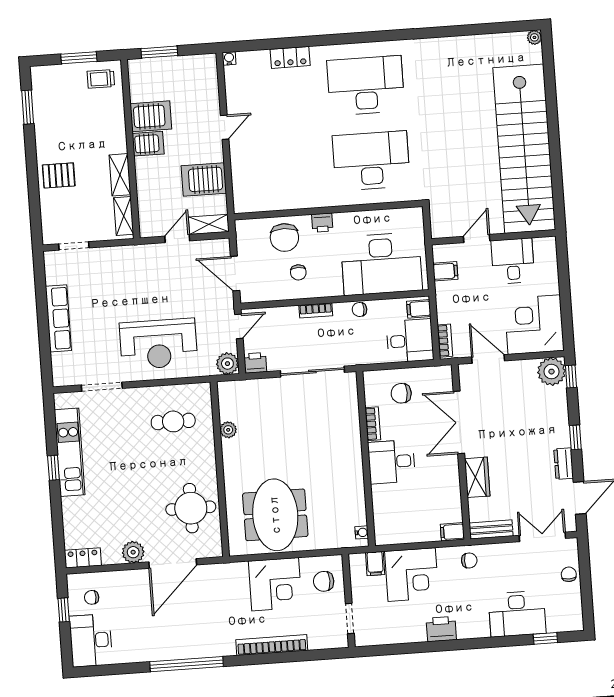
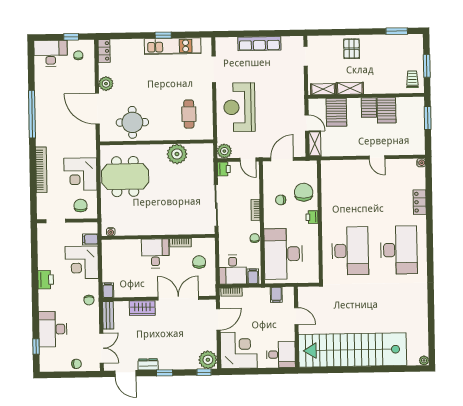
server rack: (204, 180) -> (336, 112), moved, turned 180
chair: (284, 238) -> (304, 192), turned 90
desk: (513, 261) -> (281, 354), moved
plant: (228, 430) -> (177, 154), width x1.88, depth x1.88

